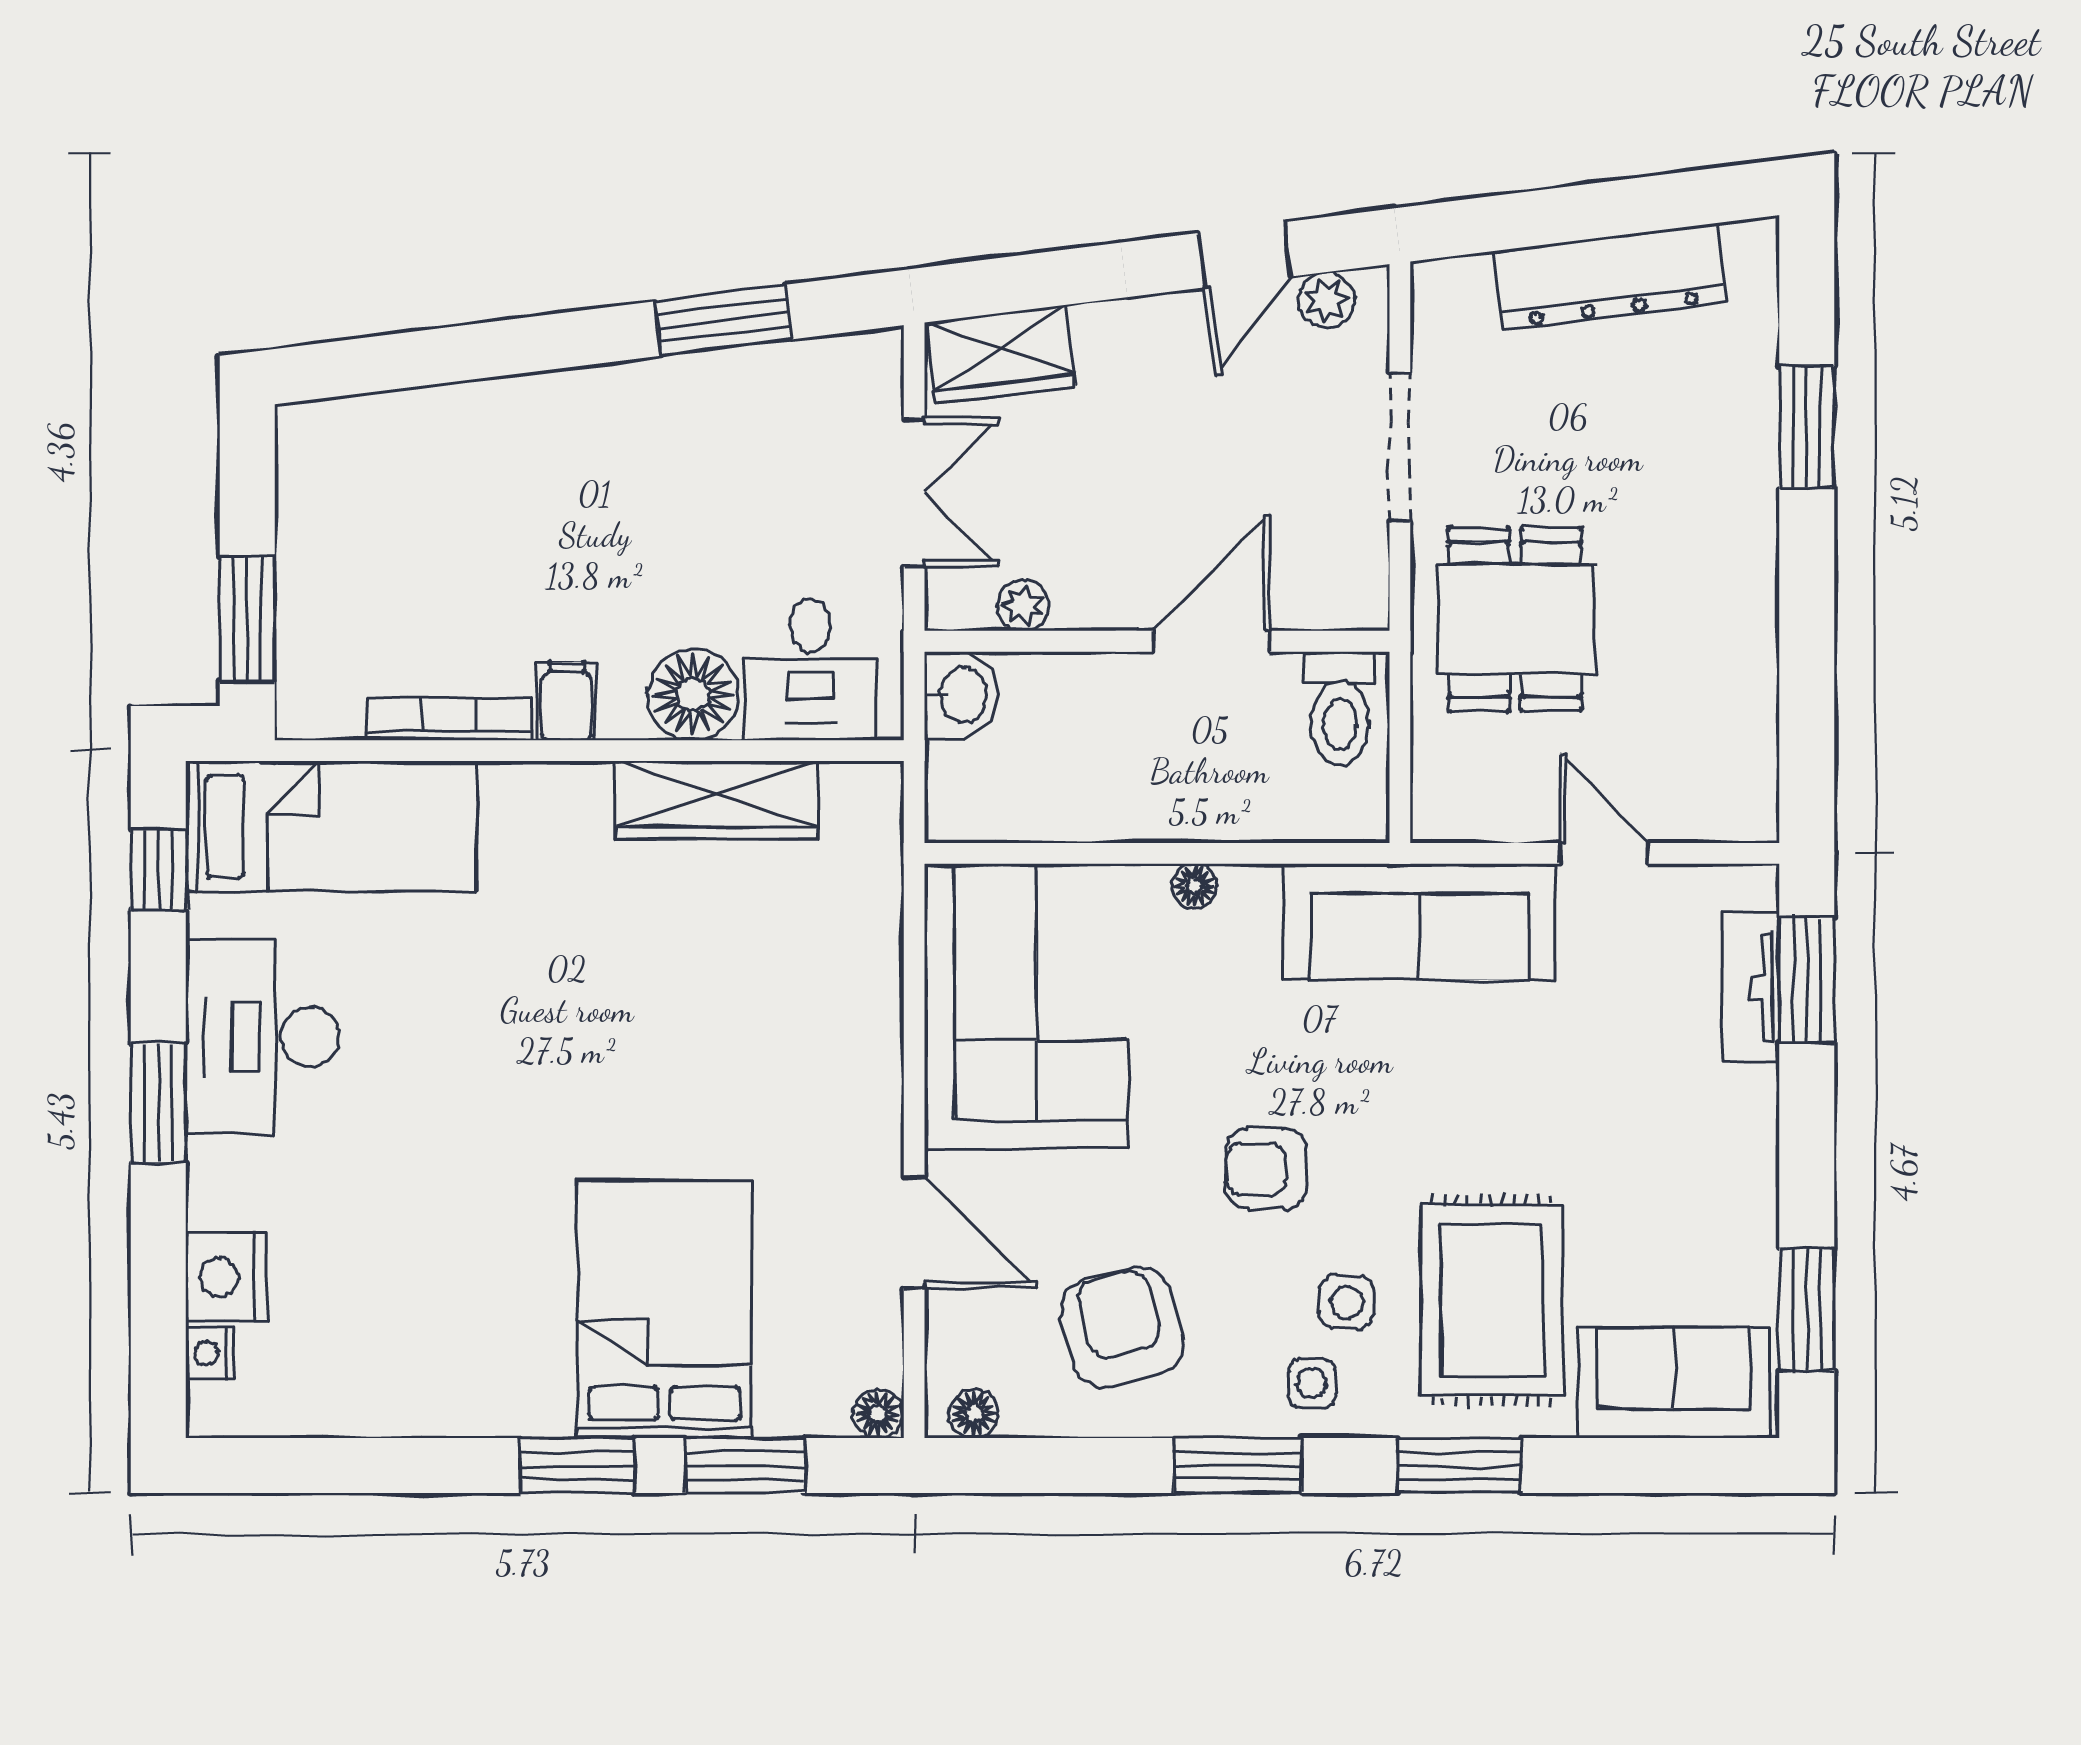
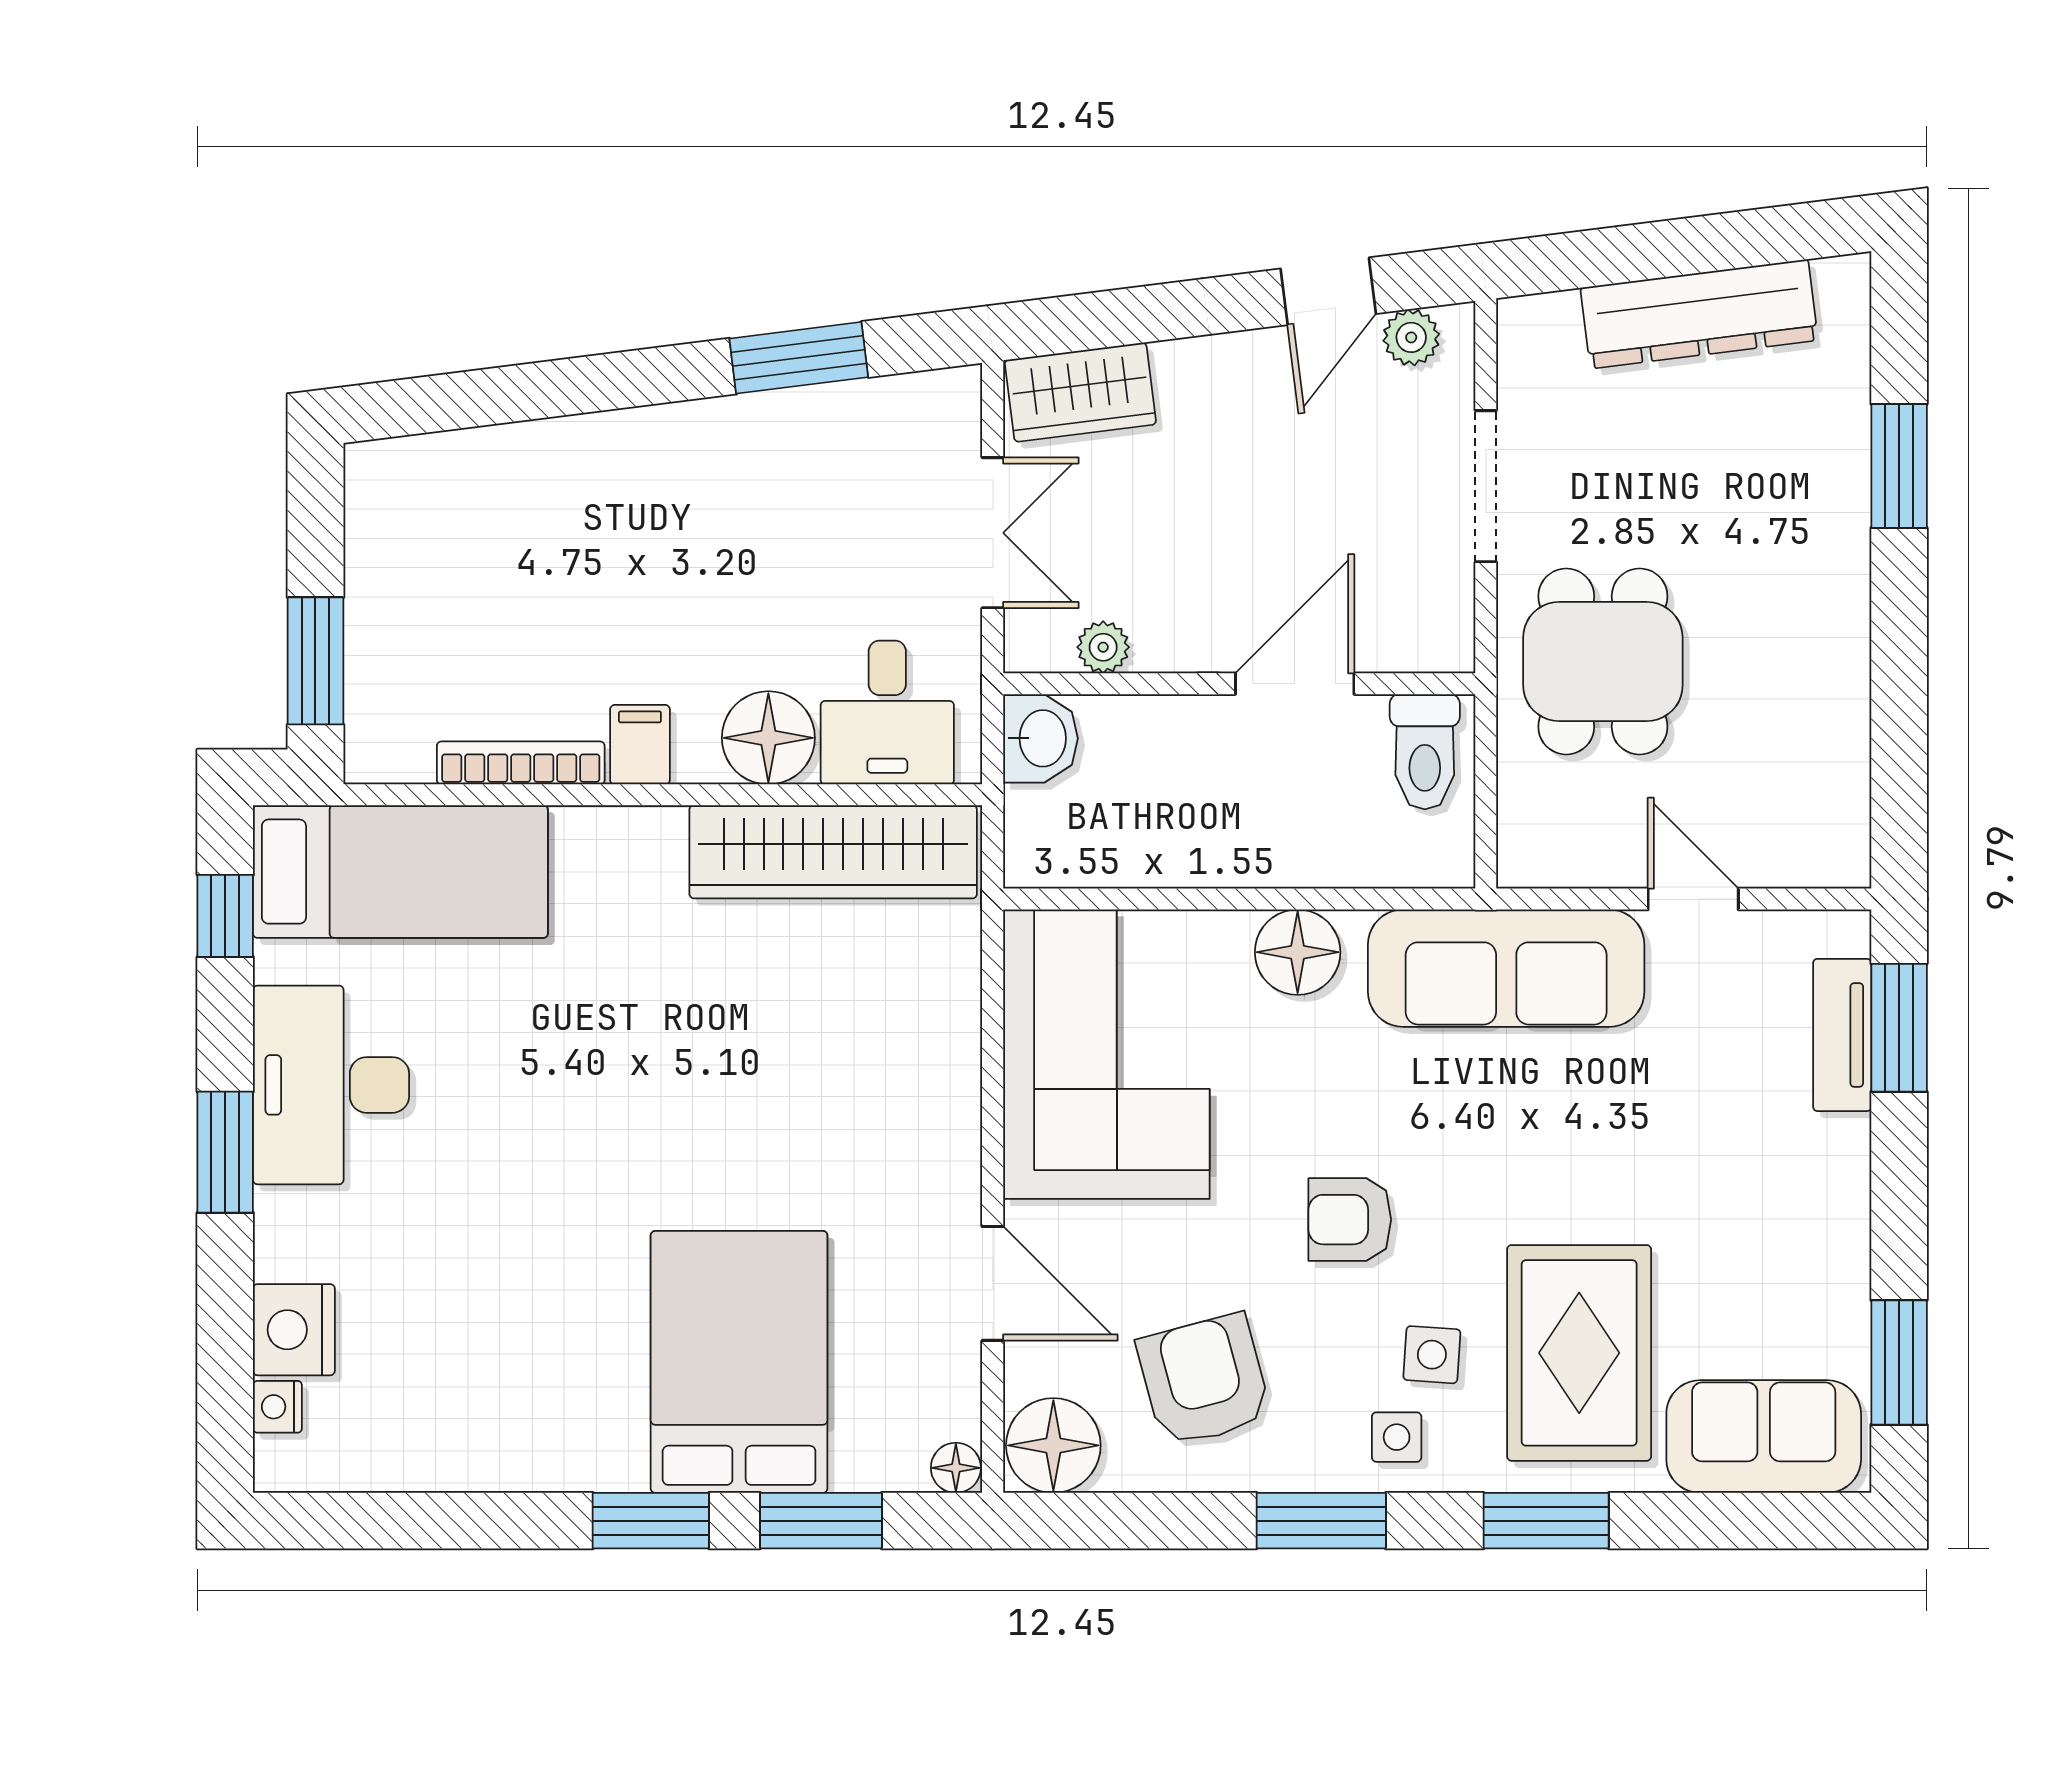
wardrobe: (717, 800) -> (833, 852), width x1.40, depth x1.17
floor lamp: (1195, 886) -> (1298, 952), width x1.89, depth x1.89
floor lamp: (974, 1413) -> (1053, 1445), width x1.89, depth x1.89

